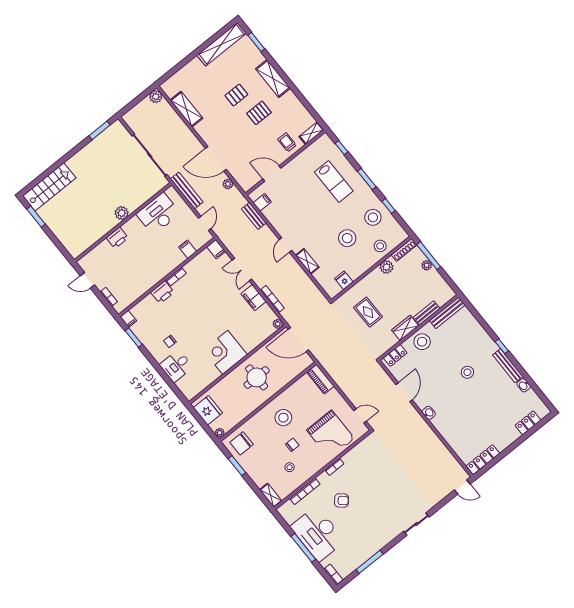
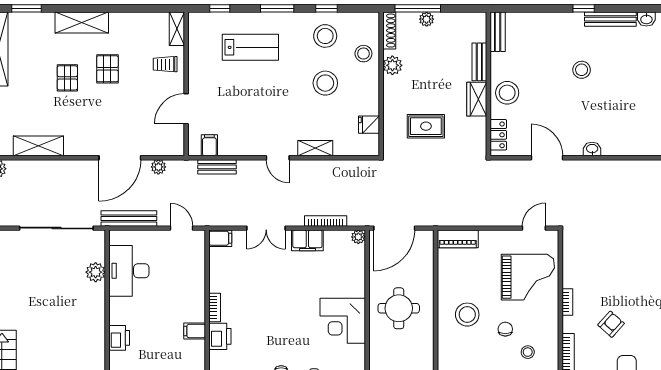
plant: (122, 213) -> (96, 272), moved
filing cabinet: (188, 249) -> (195, 331), moved
bench: (447, 313) -> (498, 32), width x0.73

